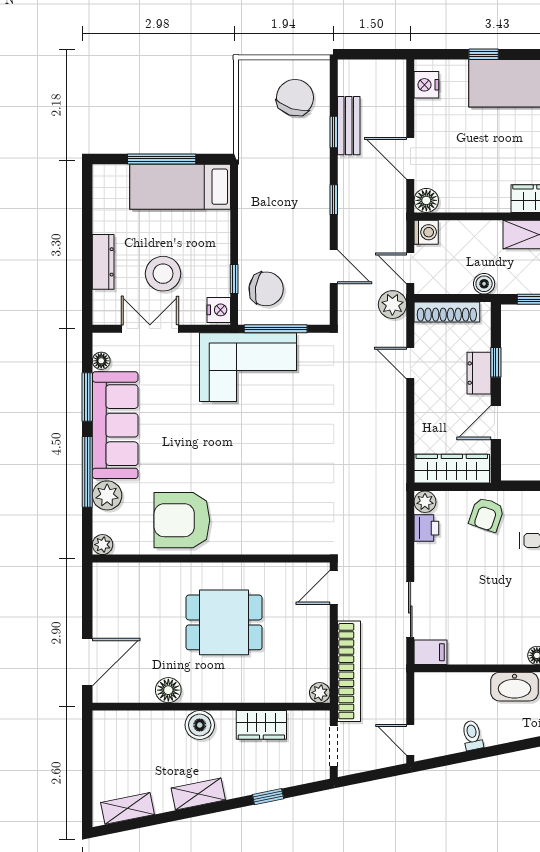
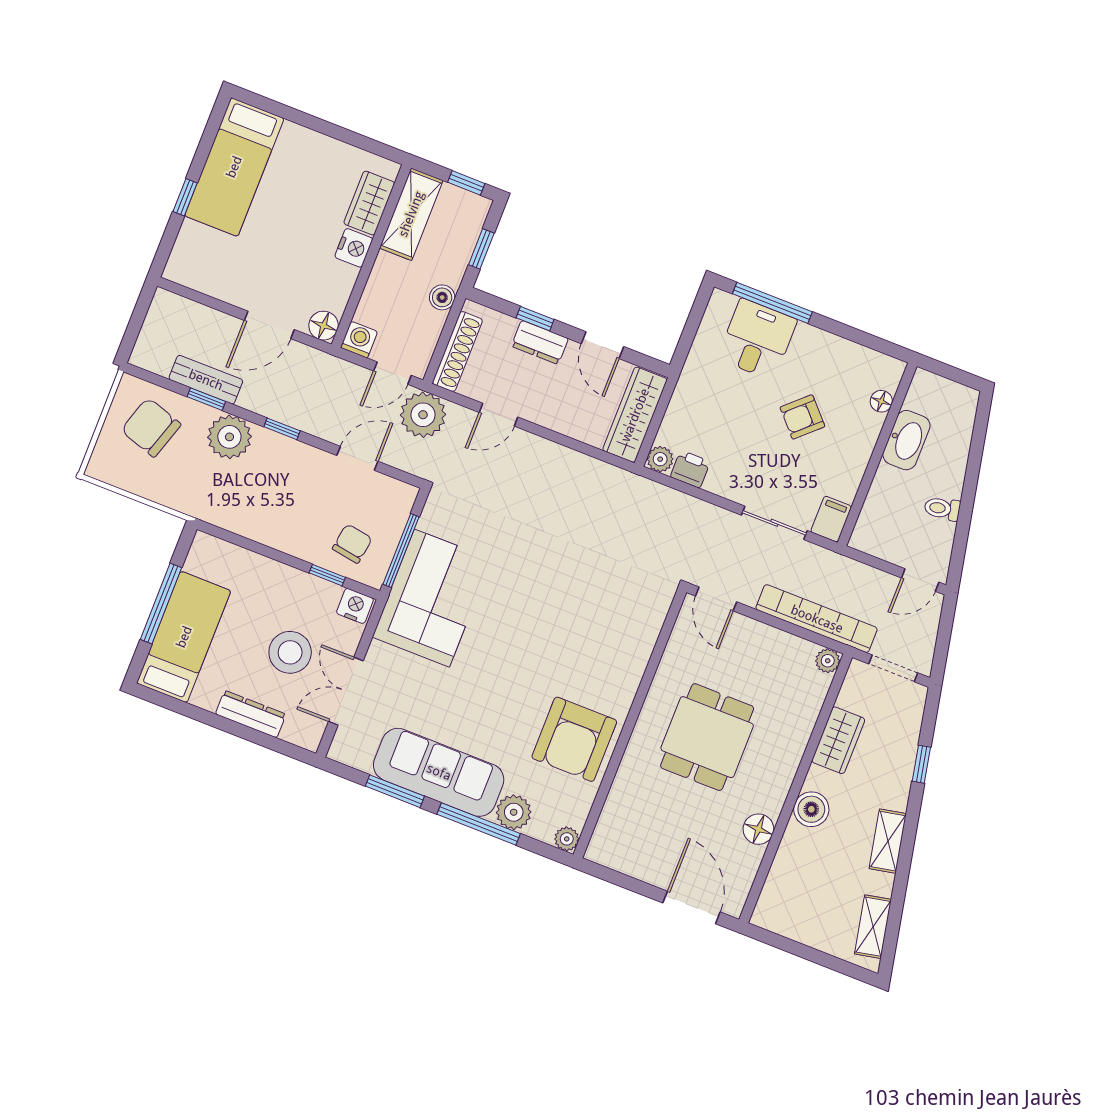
nightstand: (426, 85) -> (354, 248), moved, turned -90
plant: (312, 161) -> (229, 437), added
bed: (180, 187) -> (184, 637), moved, turned 180
chair: (266, 289) -> (352, 544), width x0.73, depth x0.73
plant: (392, 305) -> (423, 415), width x1.36, depth x1.36
floor lamp: (101, 361) -> (360, 760), removed
armchair: (487, 515) -> (802, 417), moved, turned 118

